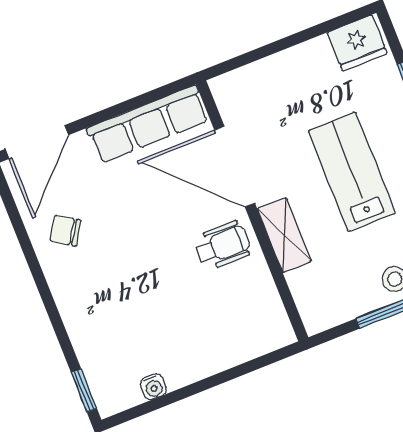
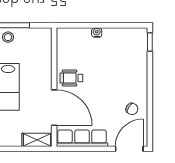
shelving: (284, 235) -> (37, 140), moved, turned 90
water cooler: (153, 387) -> (97, 33), moved

